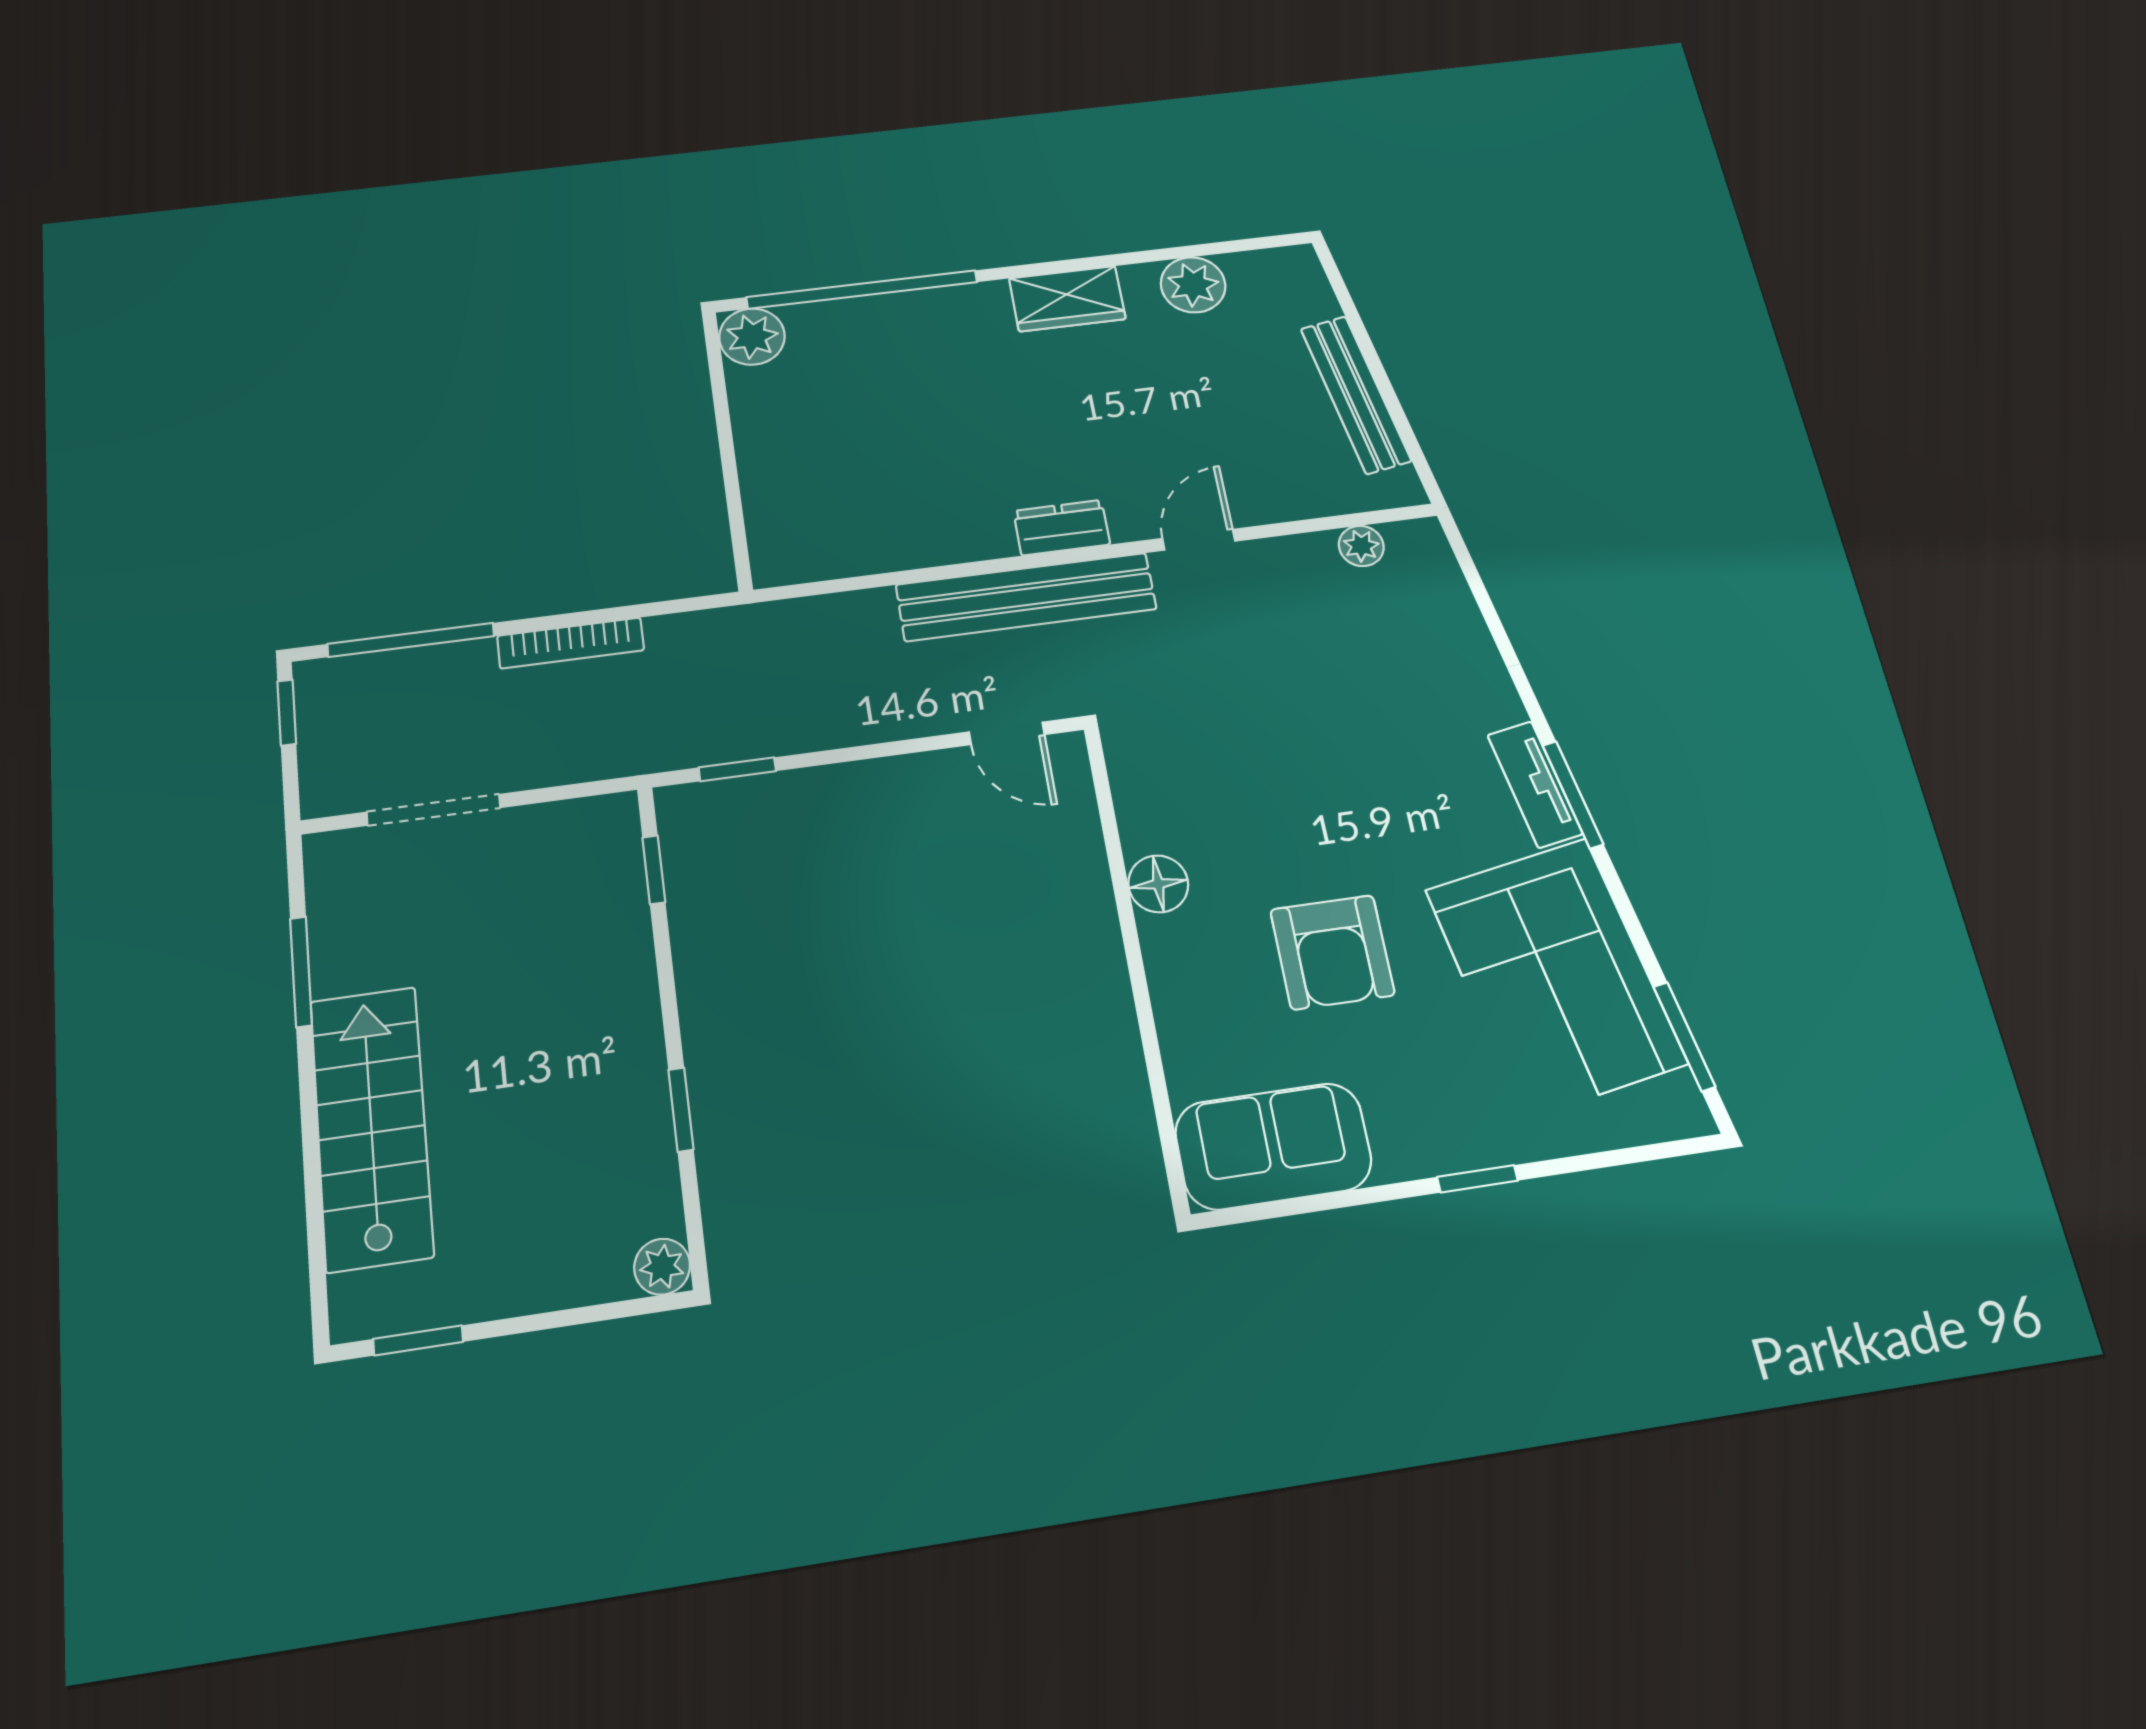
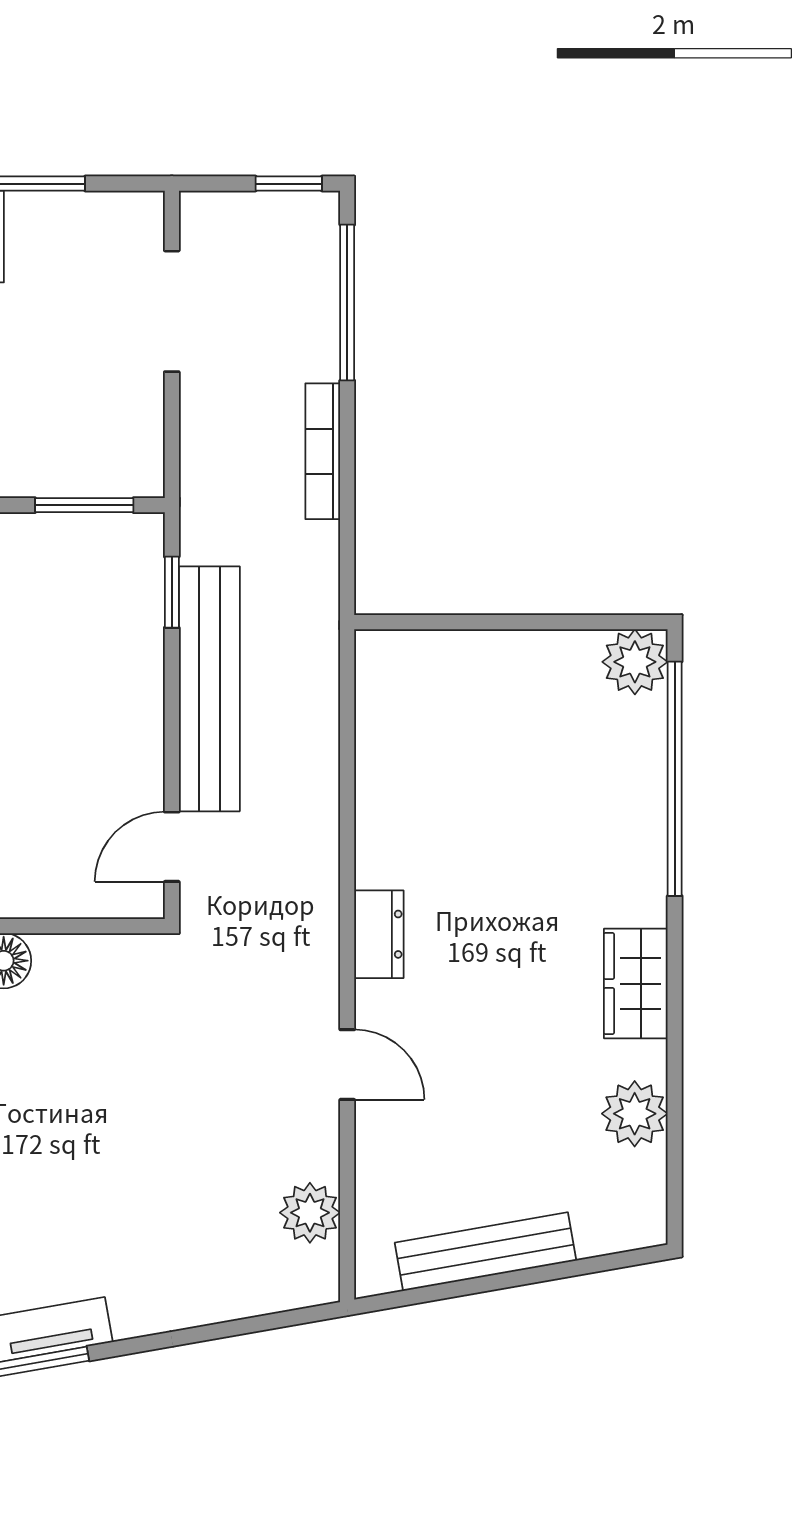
plant: (1361, 546) -> (310, 1213), width x1.38, depth x1.38
bench: (1026, 597) -> (209, 689), moved
window: (654, 870) -> (84, 505), width x1.50

